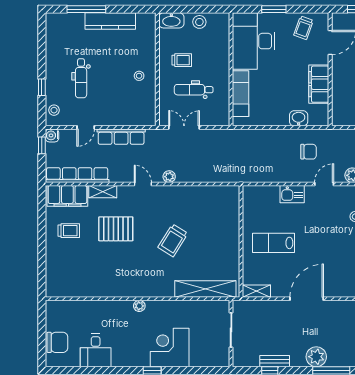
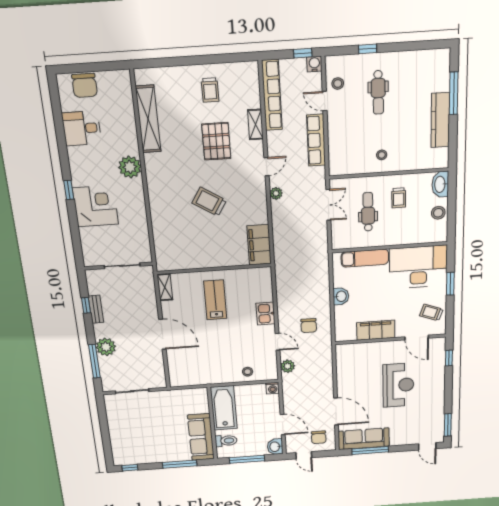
dental chair: (81, 78) -> (378, 92), turned -90
stool: (54, 110) -> (338, 83), moved
washbasin: (299, 118) -> (341, 296), moved
filing cabinet: (67, 196) -> (259, 245), moved
shelving: (205, 289) -> (148, 119), moved
plant: (139, 306) -> (130, 167), width x1.88, depth x1.88

